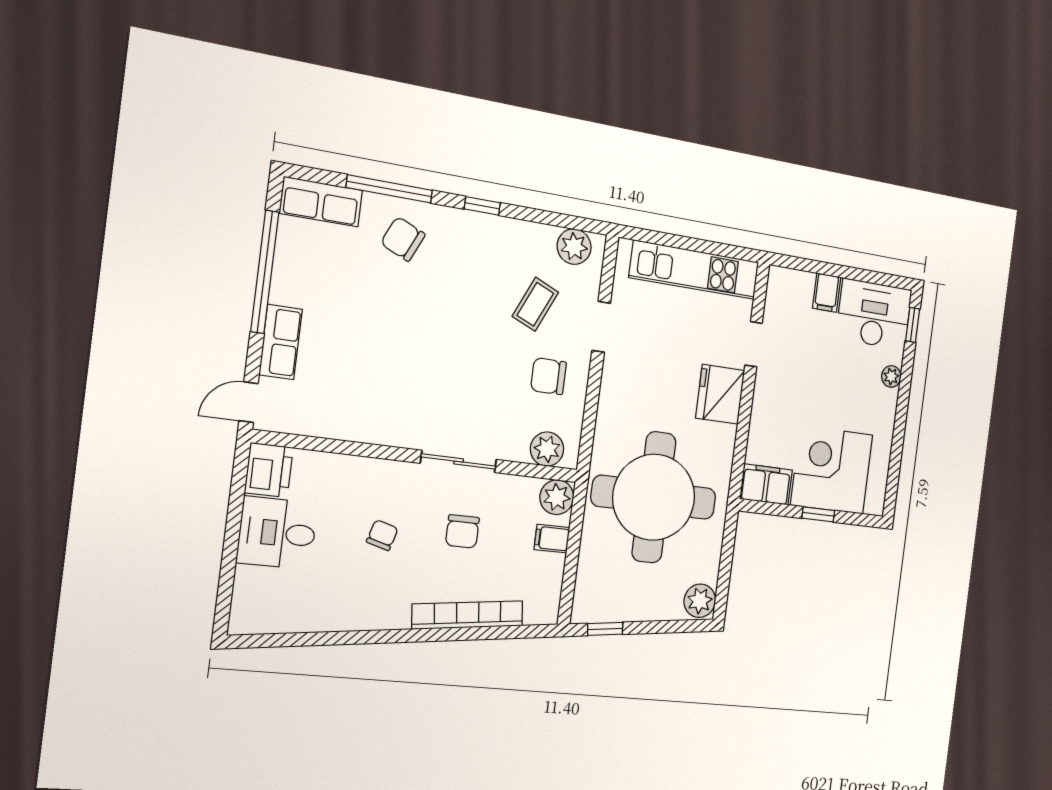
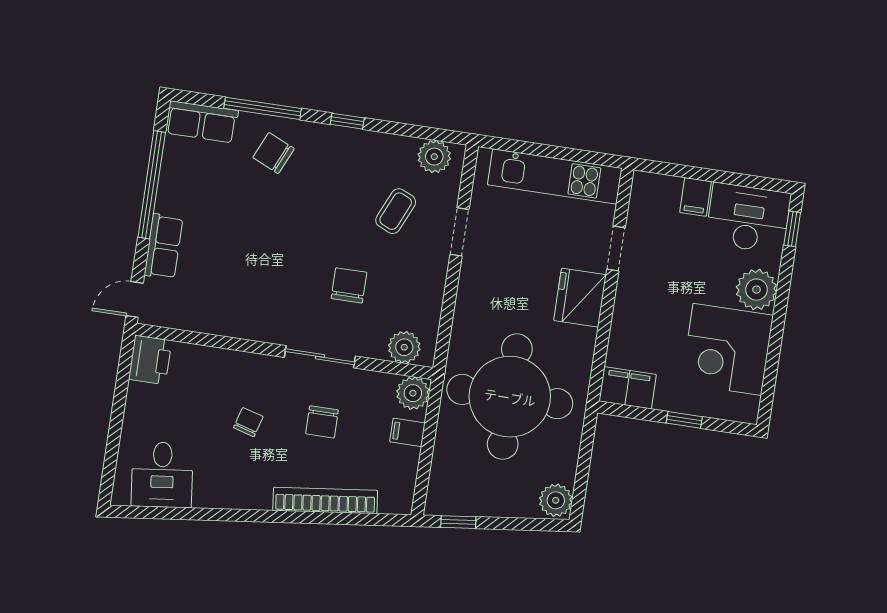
chair: (548, 376) -> (349, 285), moved, turned 90
plant: (891, 376) -> (756, 290), width x1.88, depth x1.88
corner desk: (832, 470) -> (727, 349), moved, turned -90
desk: (277, 533) -> (162, 475), moved, turned -97

